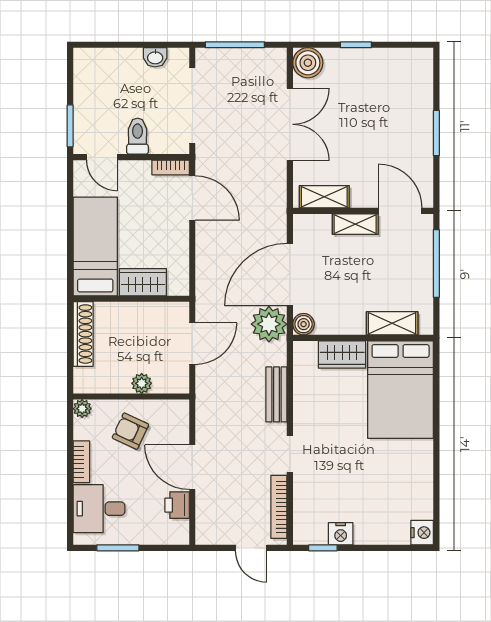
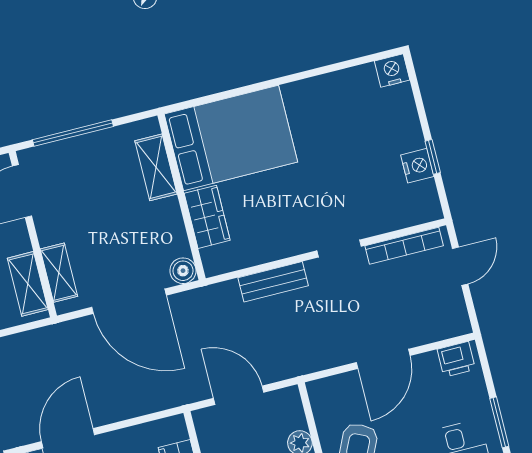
shelving: (355, 224) -> (59, 273), moved
plant: (269, 324) -> (193, 311), removed
printer: (177, 505) -> (456, 359), moved
window: (323, 548) -> (433, 157), moved

